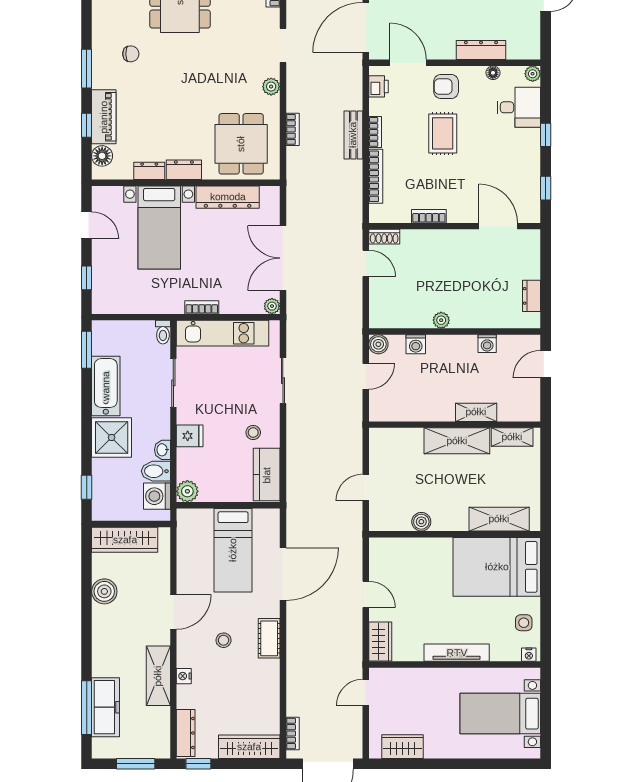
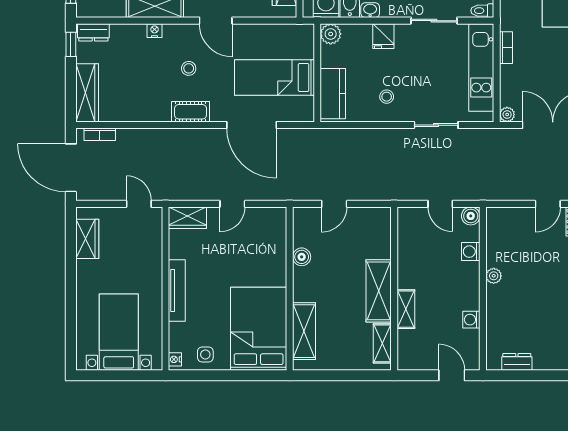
kitchen counter: (267, 475) -> (333, 94), moved, turned 90
door: (366, 488) -> (334, 204), swing flipped
dresser: (186, 733) -> (93, 32), width x0.70

